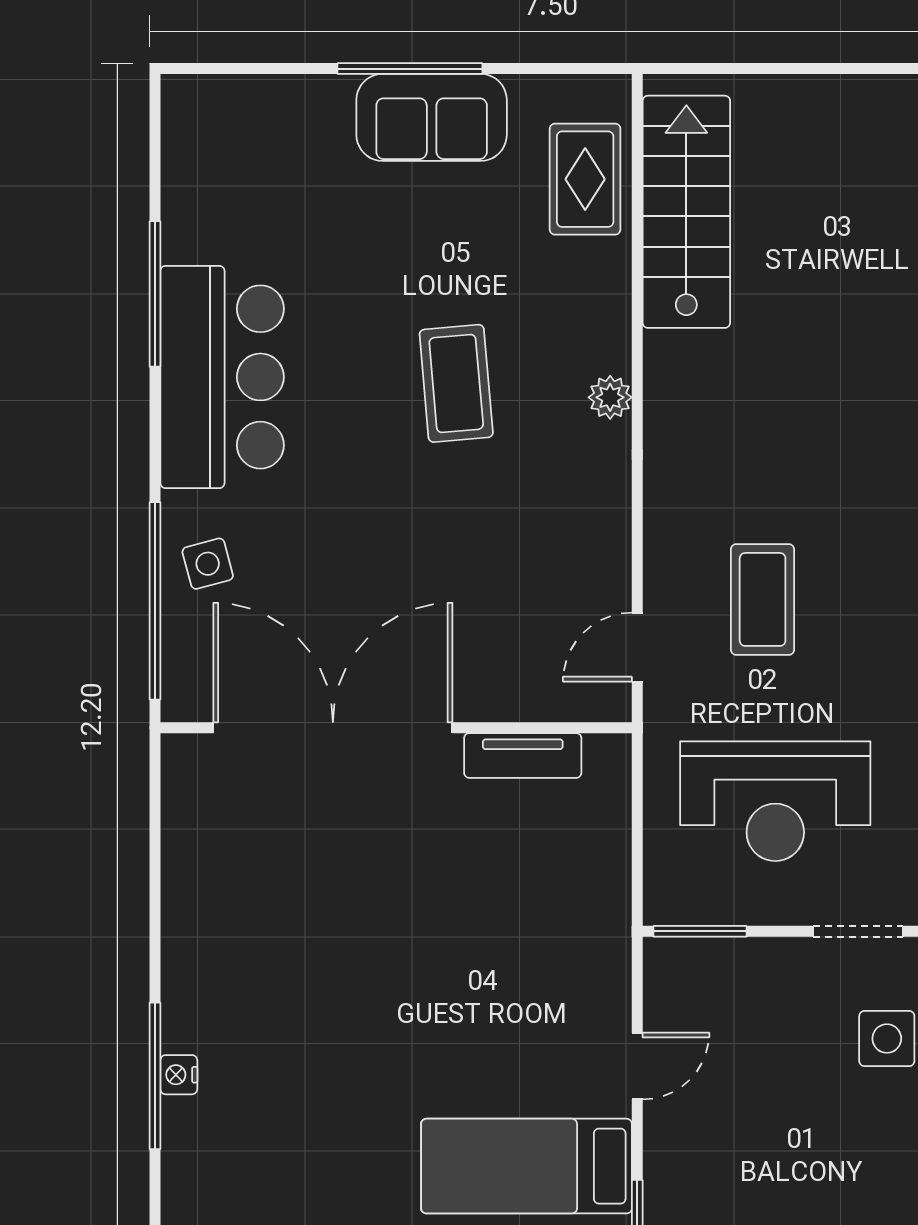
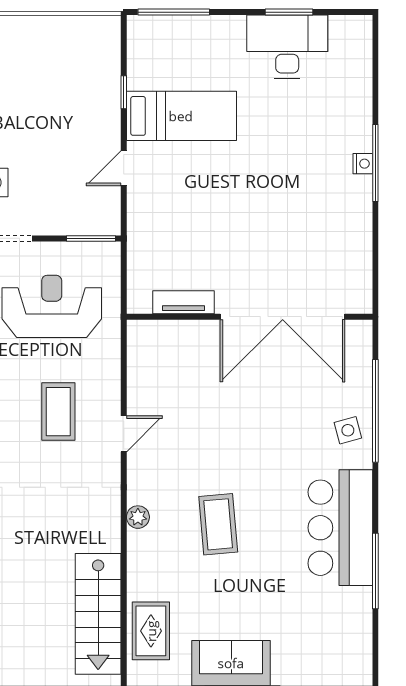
door: (637, 647) -> (124, 434), moved
double door: (333, 728) -> (283, 317), moved
wall: (396, 728) -> (250, 317), moved
tv unit: (523, 755) -> (183, 302), moved

